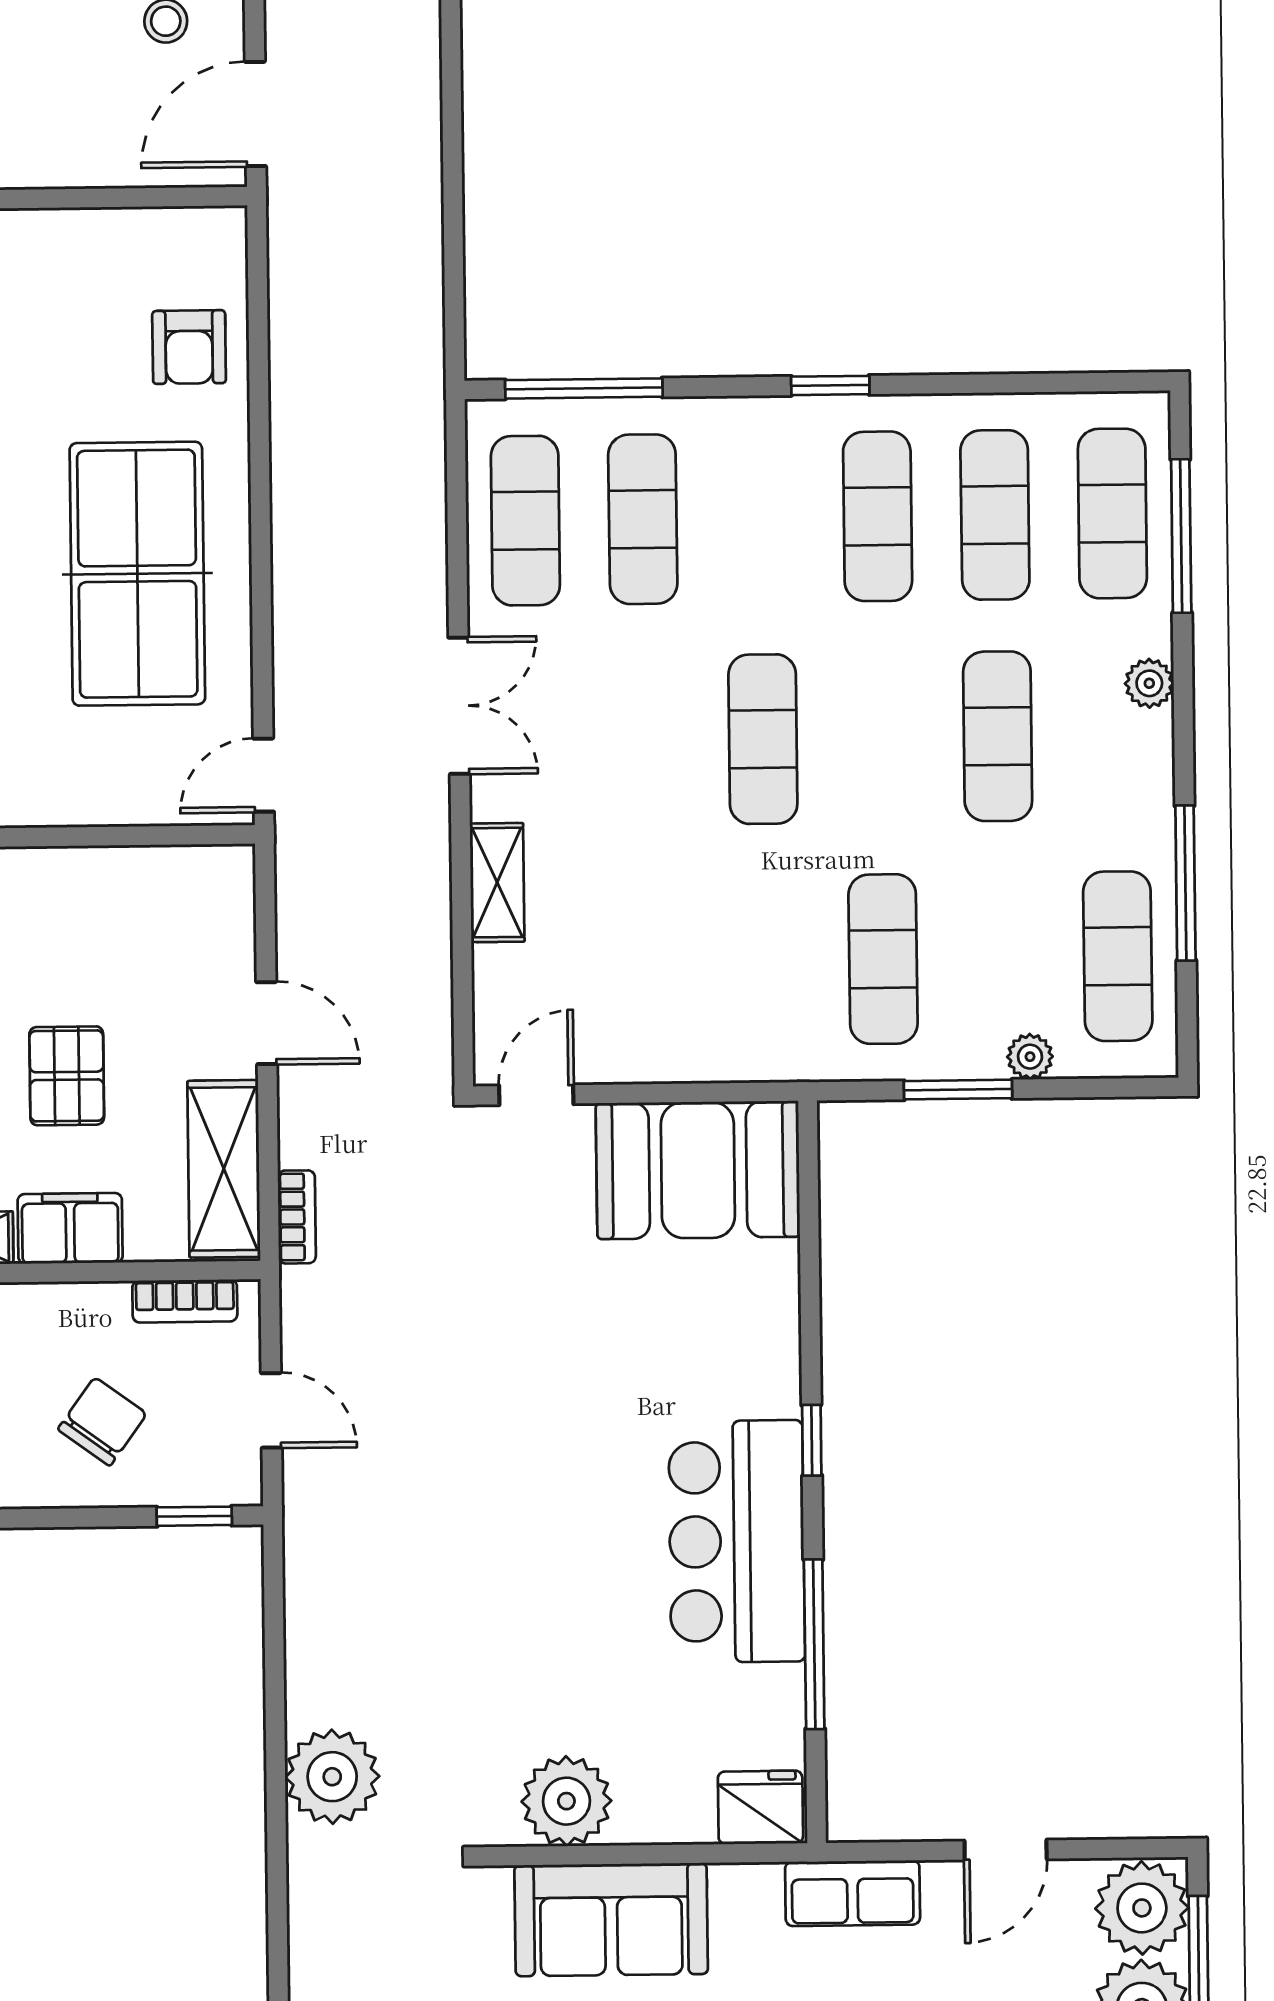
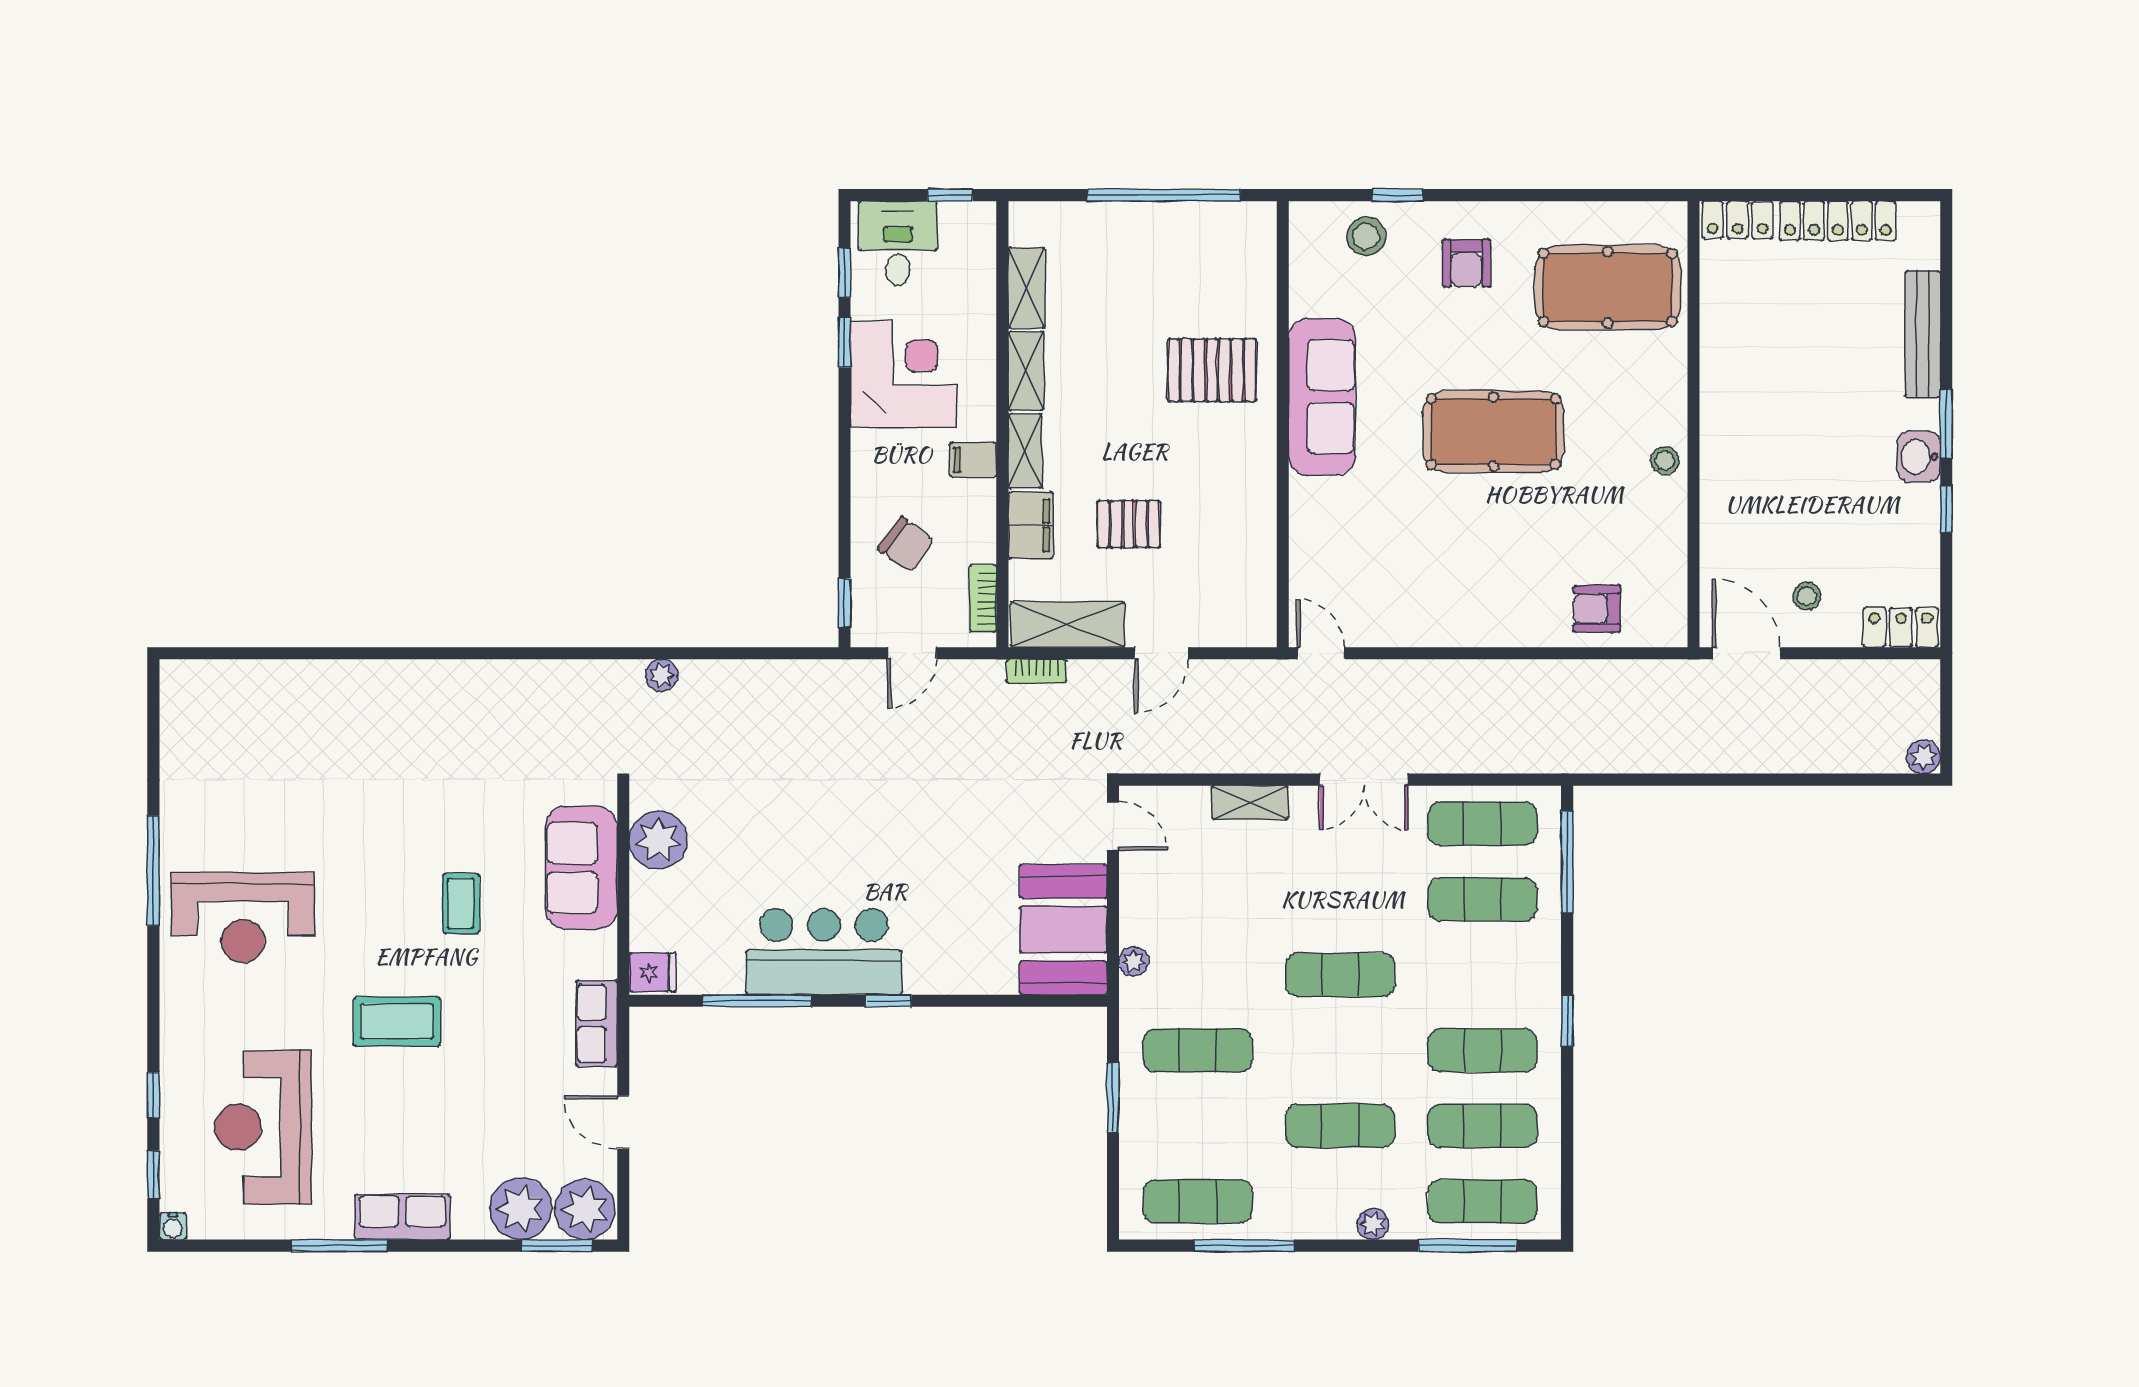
table tennis table: (137, 574) -> (1451, 574), removed
plant: (1030, 1057) -> (1134, 961), moved
plant: (332, 1777) -> (662, 675), width x0.53, depth x0.53
fridge: (760, 1807) -> (653, 972), width x0.72

